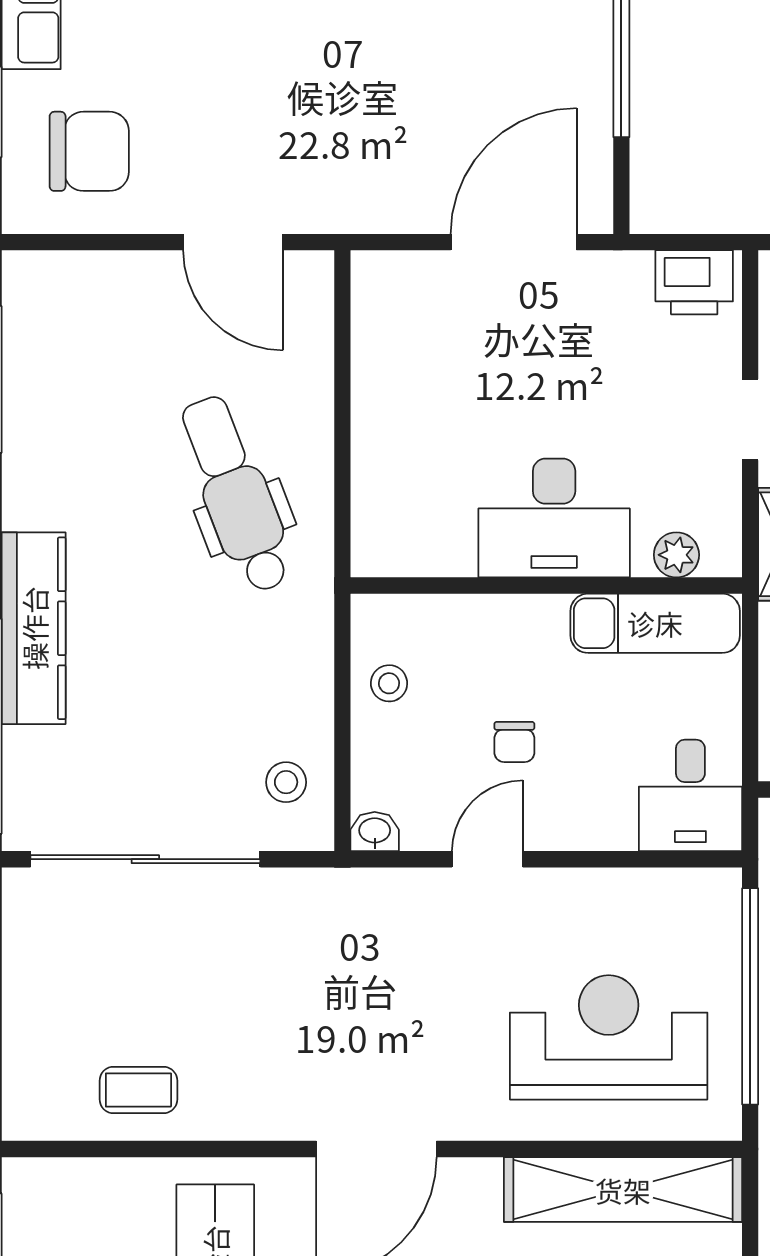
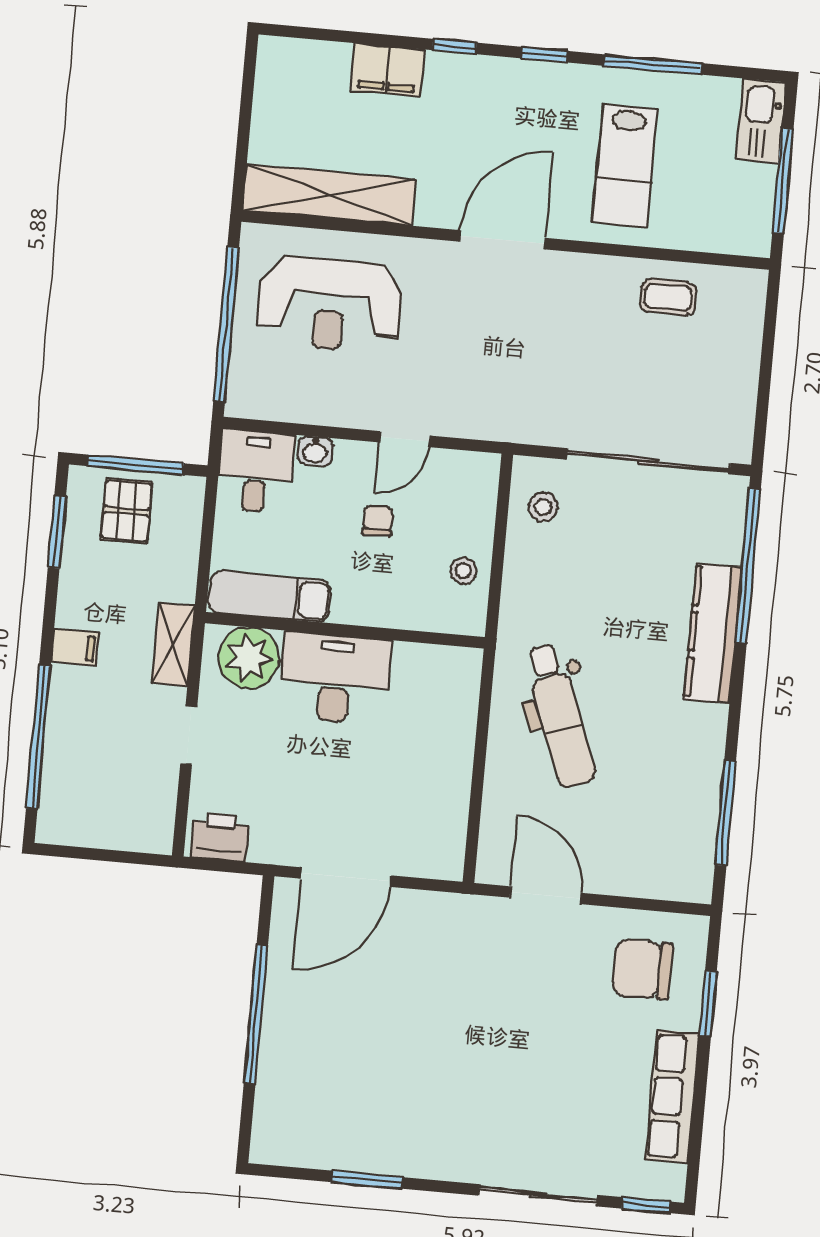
plant: (676, 555) -> (249, 658), width x1.88, depth x1.88
washbasin: (375, 832) -> (315, 451), moved

